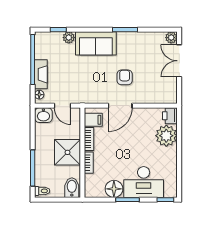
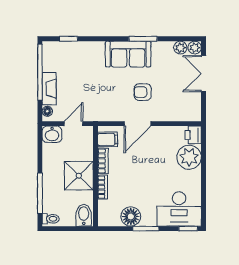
plant: (69, 38) -> (180, 48), moved
sofa: (96, 43) -> (128, 54), moved
armchair: (125, 77) -> (143, 92), turned -90
door: (63, 106) -> (73, 124), swing flipped
desk: (144, 182) -> (179, 209), moved

